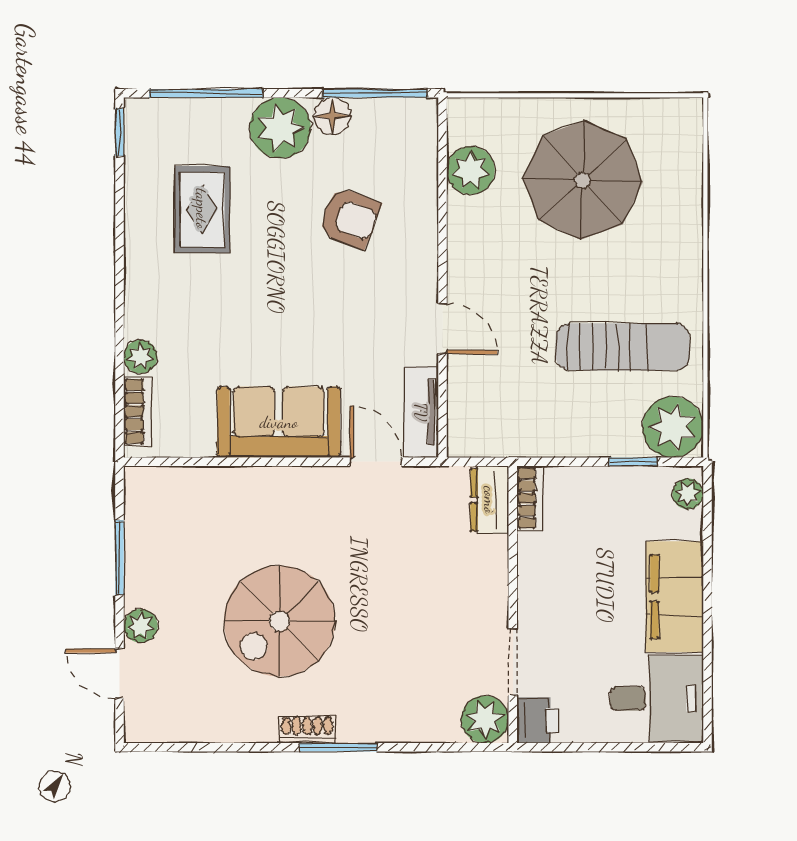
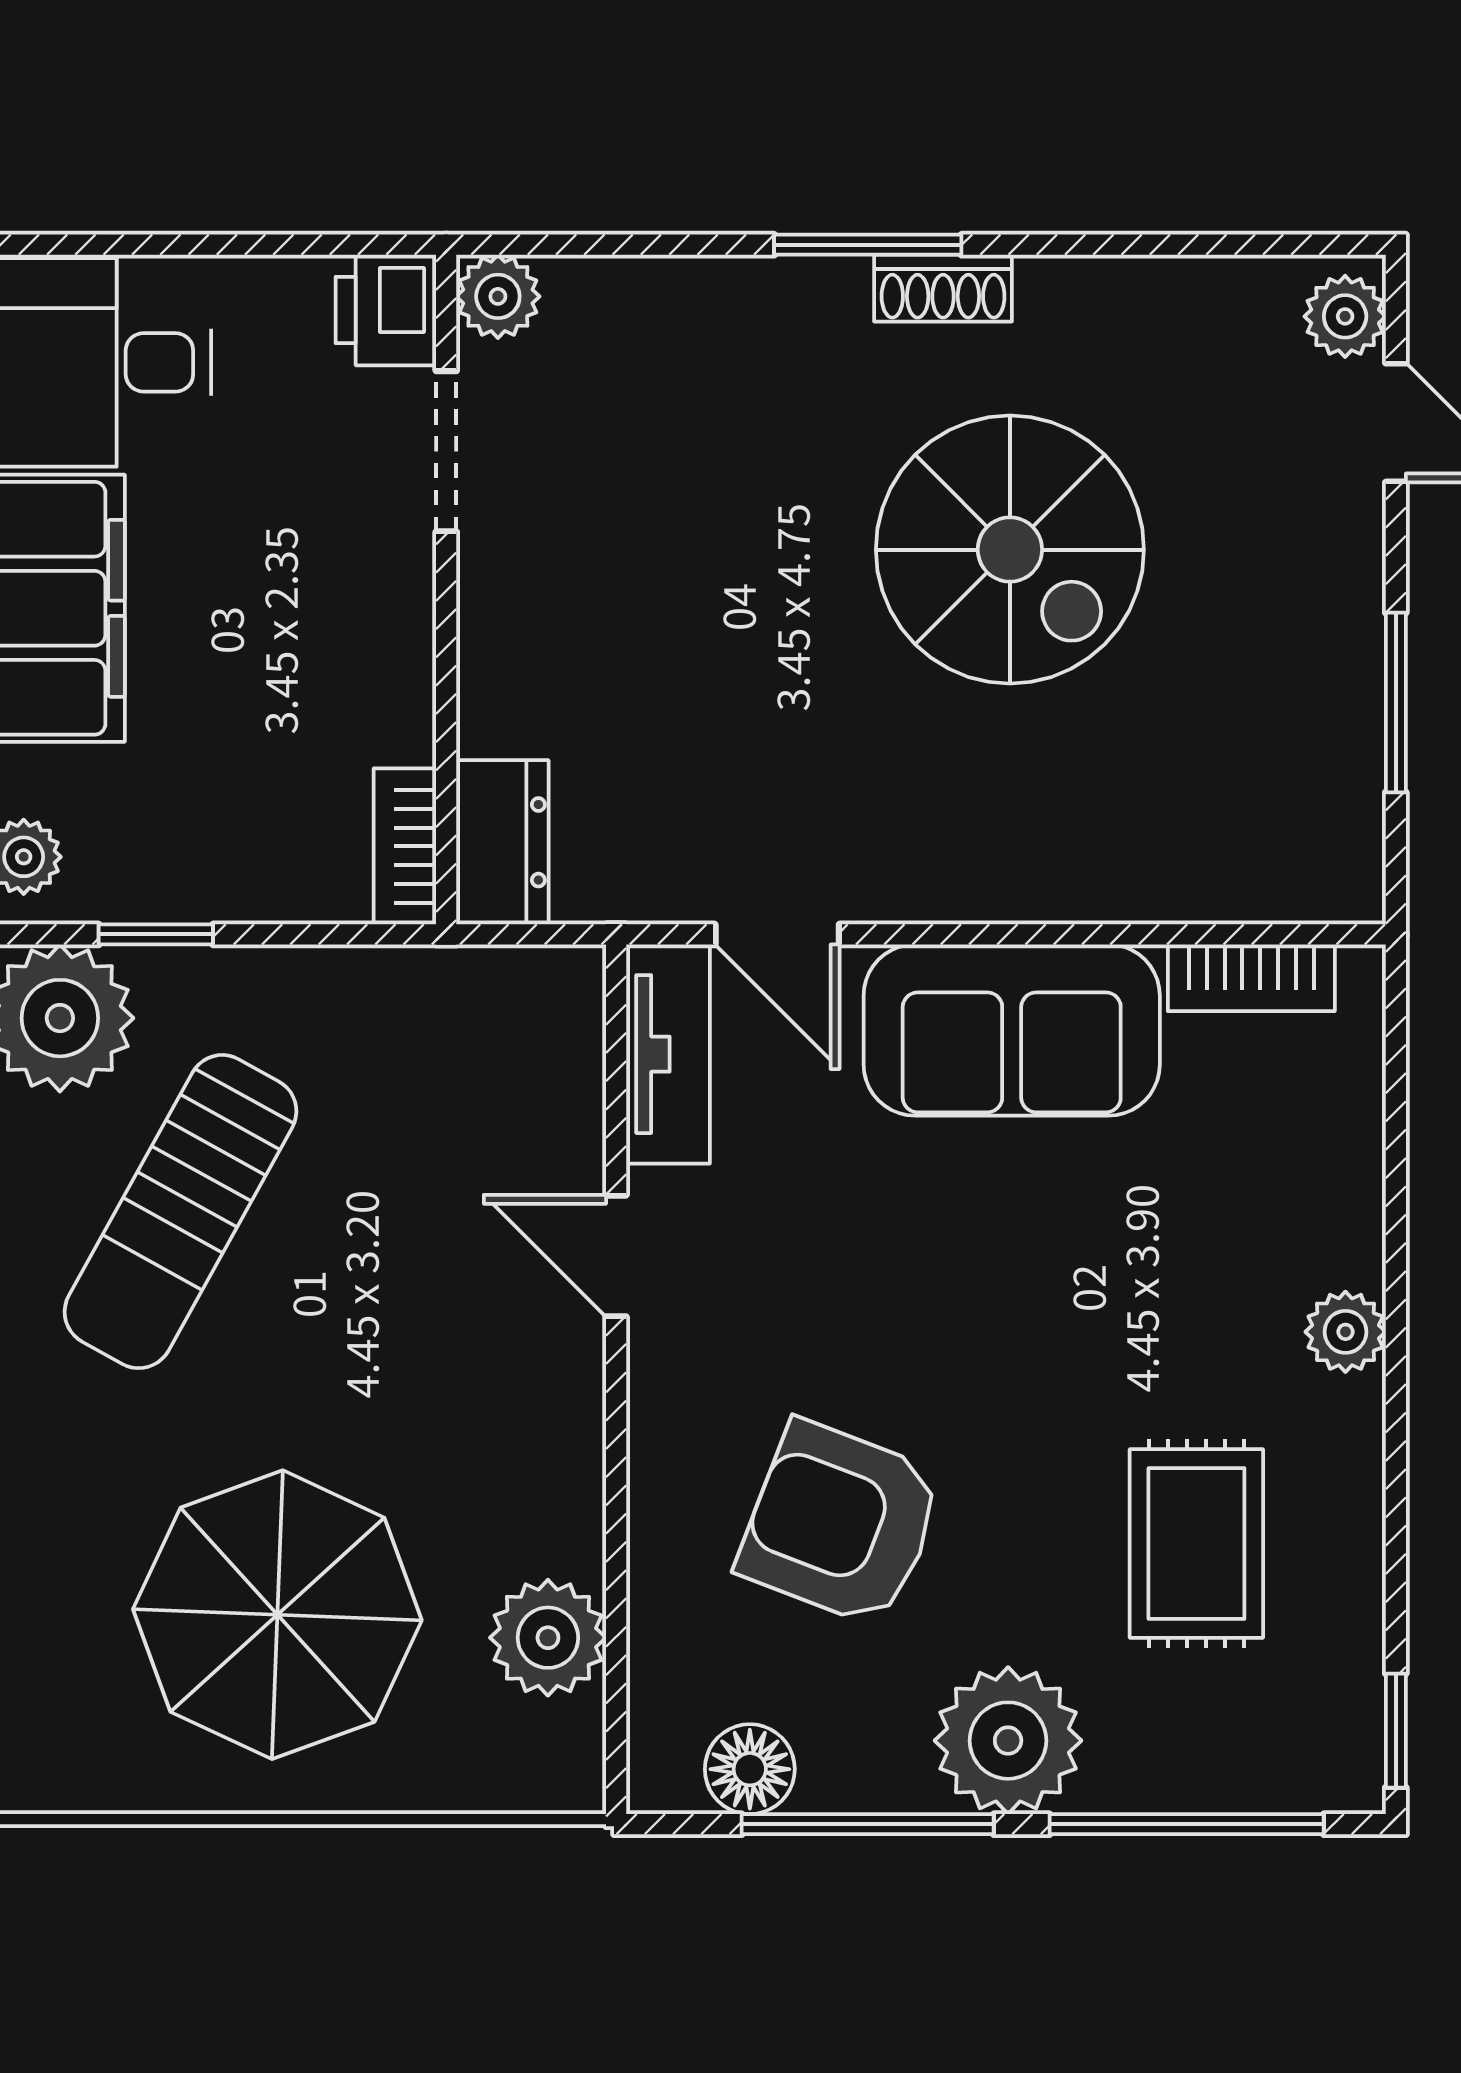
window: (375, 93) -> (868, 1824), moved
floor lamp: (333, 116) -> (750, 1769), moved
armchair: (349, 218) -> (841, 1523), width x1.38, depth x1.38
sun lounger: (623, 347) -> (181, 1212), turned -61
plant: (140, 357) -> (1345, 1332), moved
bookcase: (138, 411) -> (1251, 978), moved, turned -90
spiral stairs: (279, 621) -> (1010, 550), turned 90
plant: (141, 626) -> (1345, 316), moved
plant: (485, 719) -> (498, 296), width x0.73, depth x0.73

